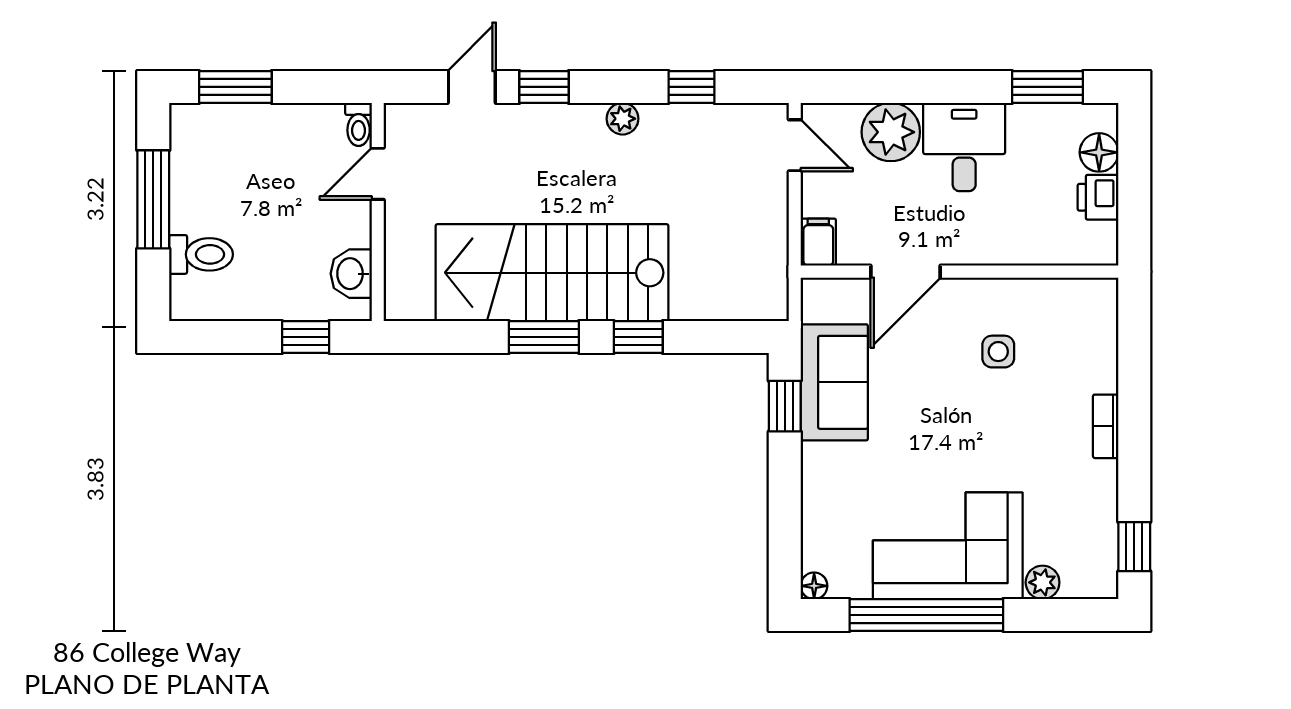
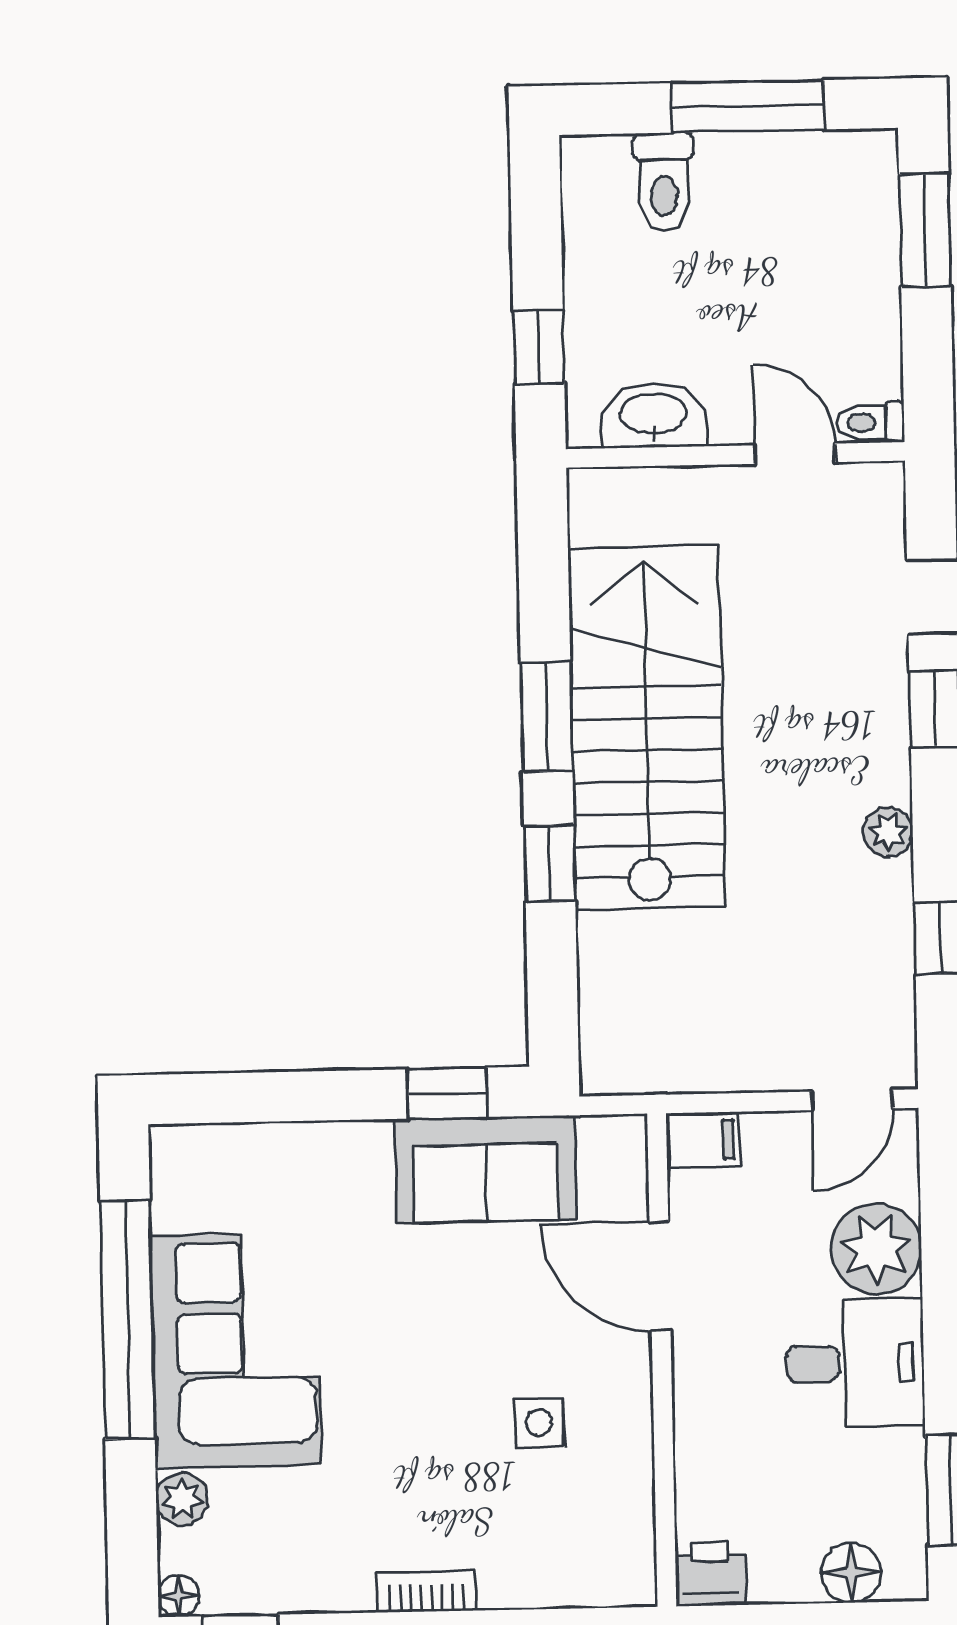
printer: (1098, 197) -> (710, 1574), moved
washbasin: (351, 274) -> (653, 416), width x1.38
floor lamp: (814, 586) -> (179, 1596), moved

